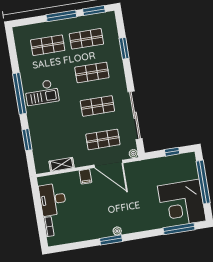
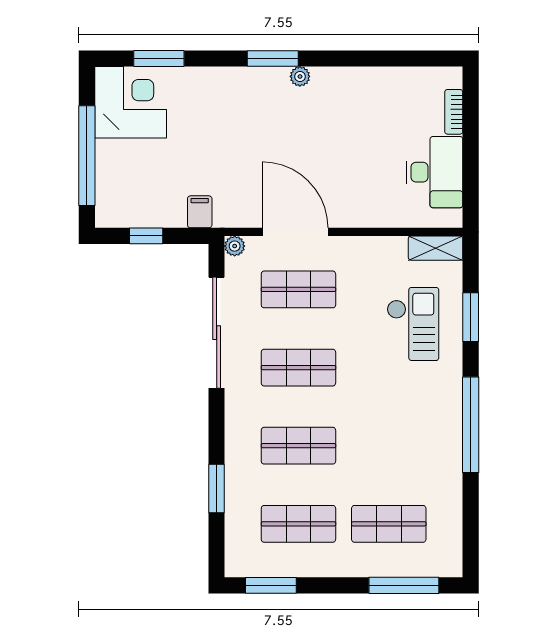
window: (61, 16) -> (404, 585), moved
checkout: (42, 92) -> (413, 324), moved, turned 90
shelving: (62, 164) -> (436, 248), moved
filing cabinet: (85, 177) -> (200, 212), moved
corner desk: (182, 203) -> (131, 102), width x0.74, depth x0.74
window: (179, 229) -> (159, 59), width x0.69
window: (111, 240) -> (273, 59), moved

